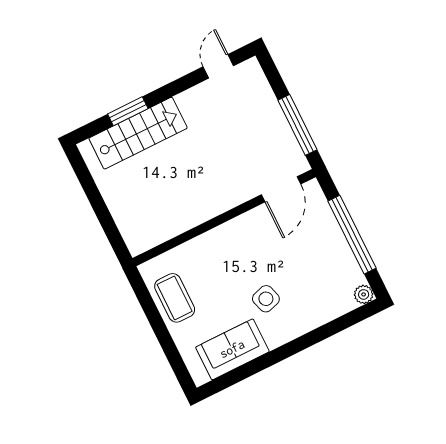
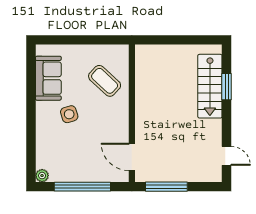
coffee table: (175, 298) -> (105, 81), moved, turned 43

